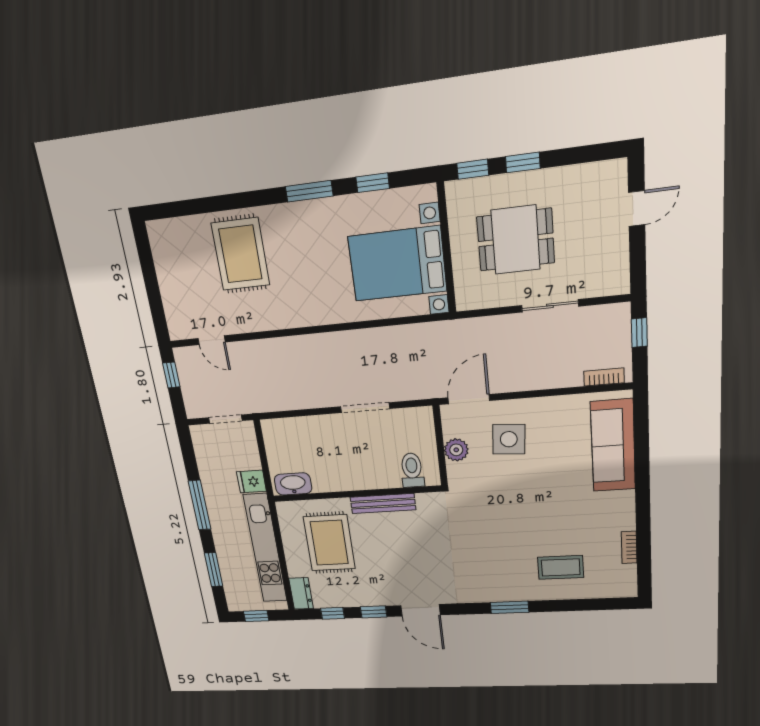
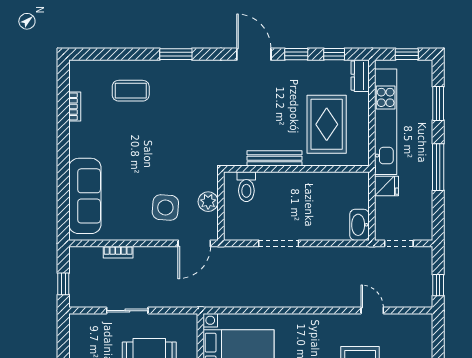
door: (212, 340) -> (372, 311), moved
bookcase: (604, 377) -> (118, 252), moved
washbasin: (293, 484) -> (359, 225), moved, turned 90

